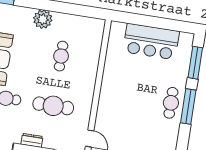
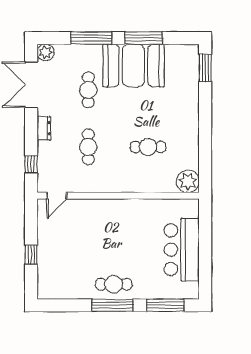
plant: (43, 19) -> (188, 181), moved
cafe table: (53, 106) -> (88, 147), width x0.73, depth x0.74

